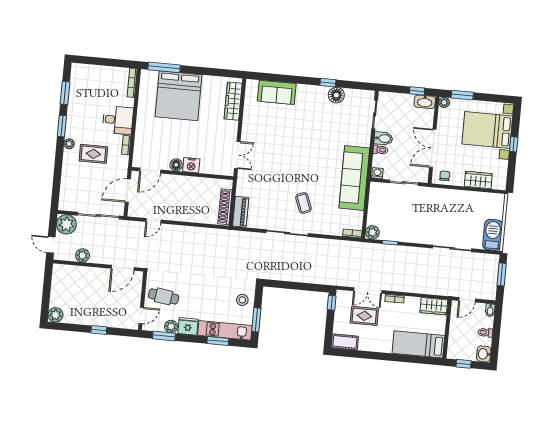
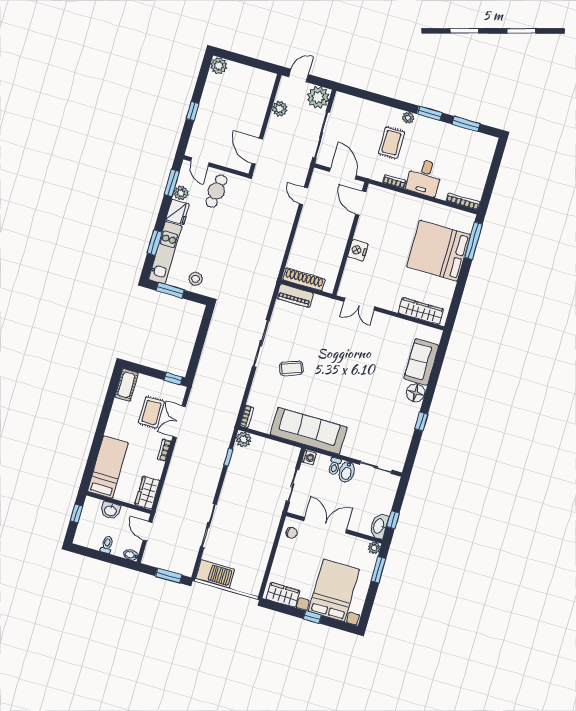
floor lamp: (336, 95) -> (416, 393), moved
floor lamp: (176, 165) -> (361, 233), removed
wardrobe: (478, 180) -> (283, 595), moved, turned -90
washbasin: (484, 354) -> (110, 510), moved, turned 180

